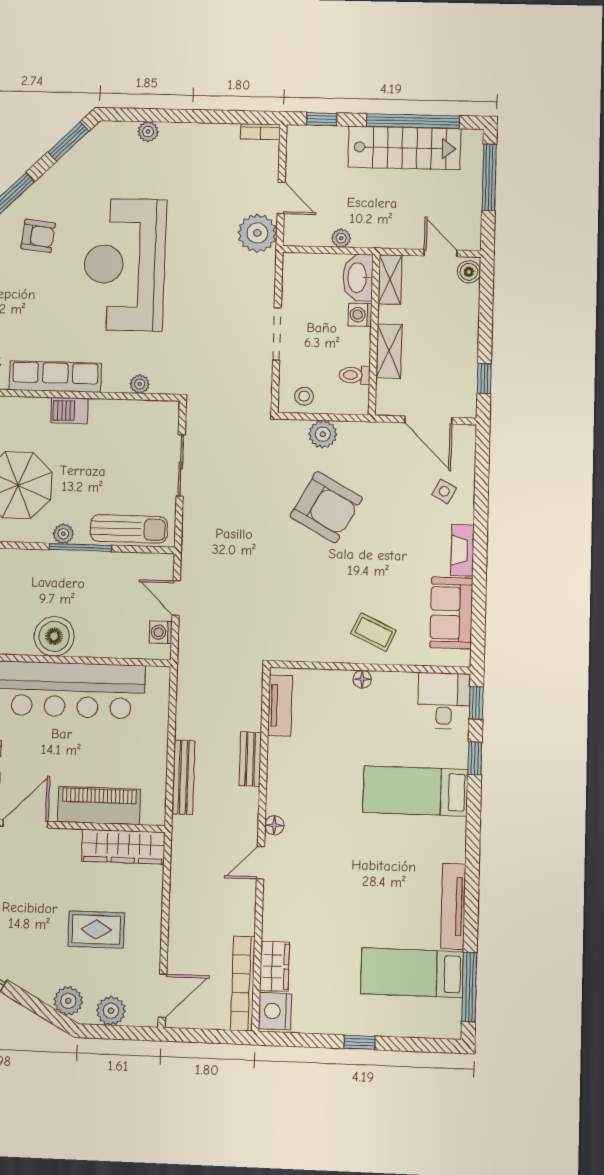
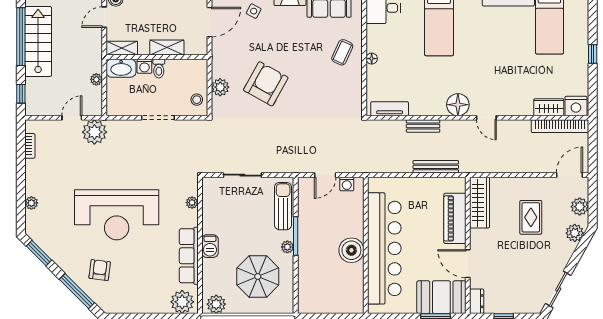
bookcase: (260, 132) -> (30, 146), moved
toilet: (355, 375) -> (159, 69), moved
floor lamp: (274, 825) -> (458, 105), width x1.89, depth x1.89
door: (163, 996) -> (569, 175), hinge flipped

